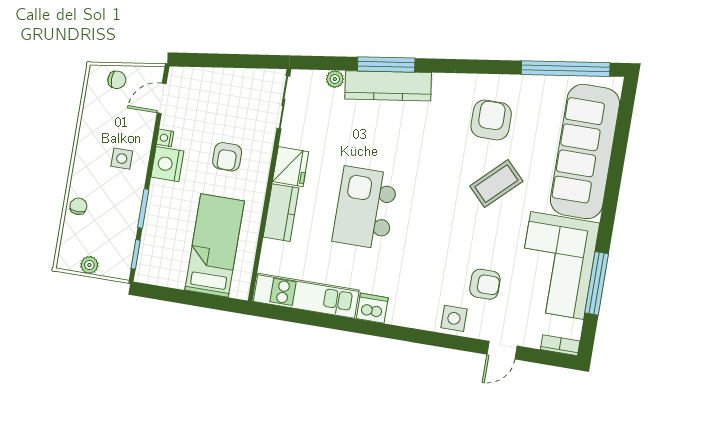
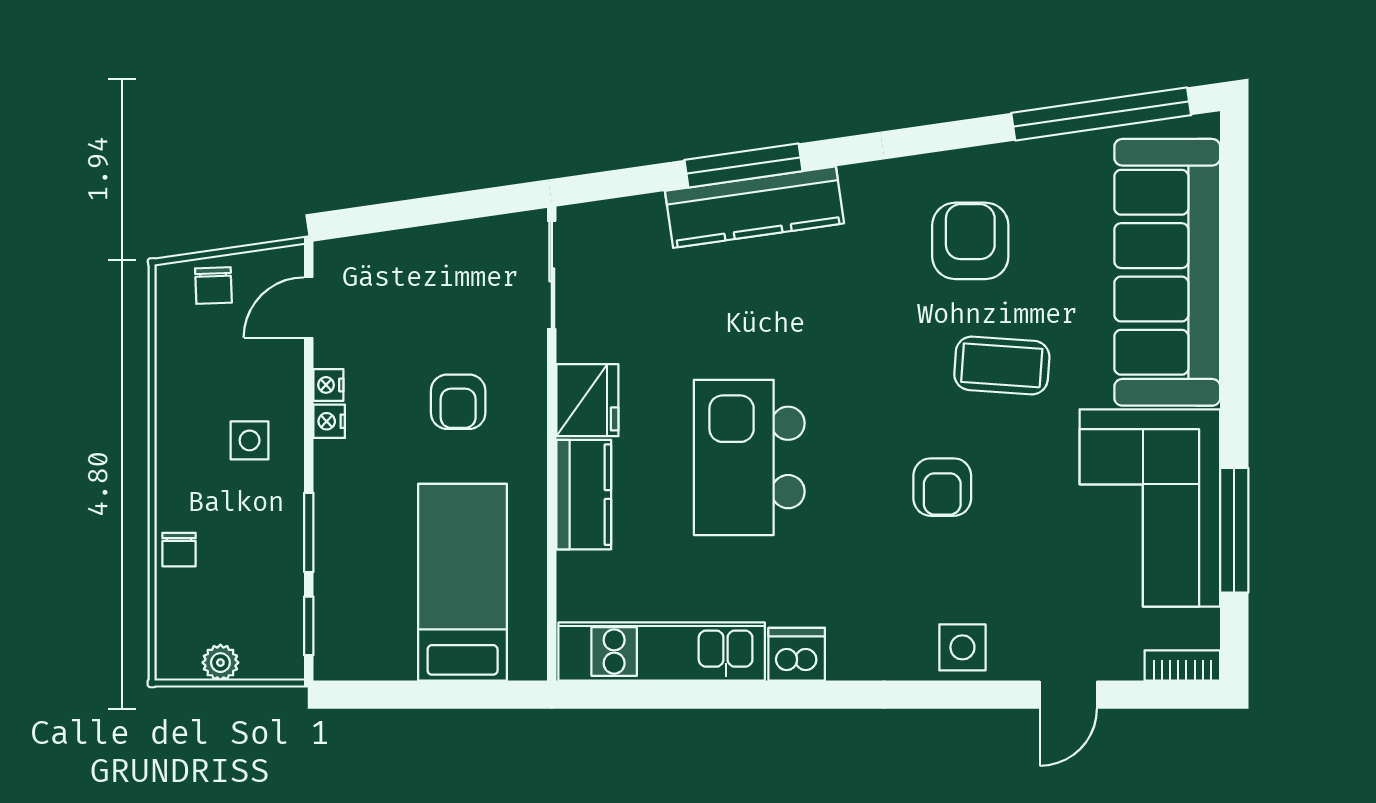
plant: (335, 79) -> (646, 212), removed
chair: (117, 80) -> (213, 286), turned 88
nightstand: (167, 164) -> (329, 421), width x0.53, depth x0.56
coffee table: (496, 184) -> (1002, 365), turned 48
chair: (78, 206) -> (179, 550), turned 180
armchair: (485, 284) -> (942, 487), moved, turned 90

